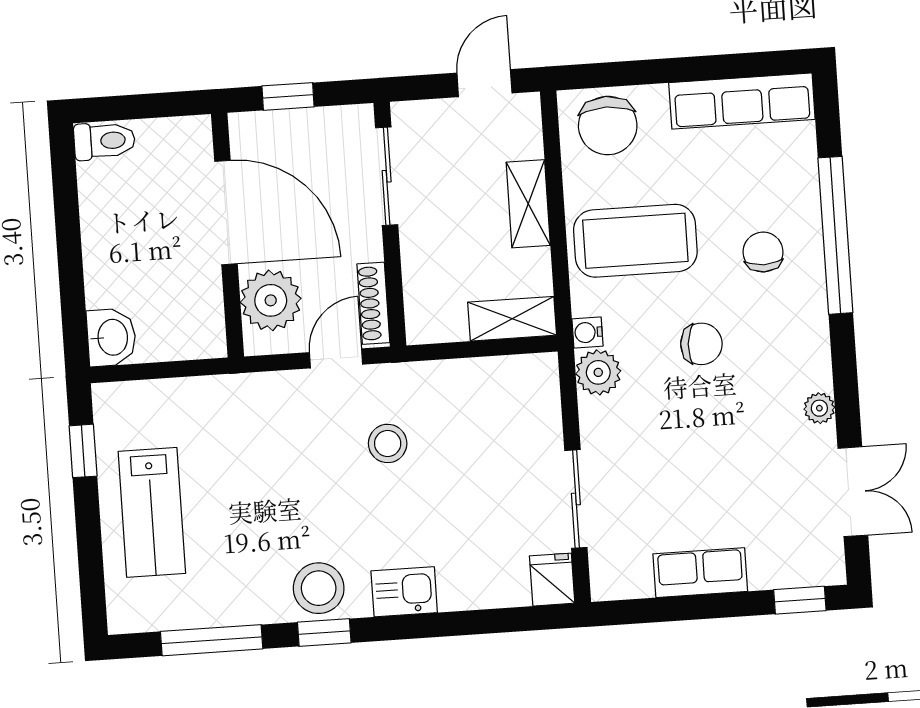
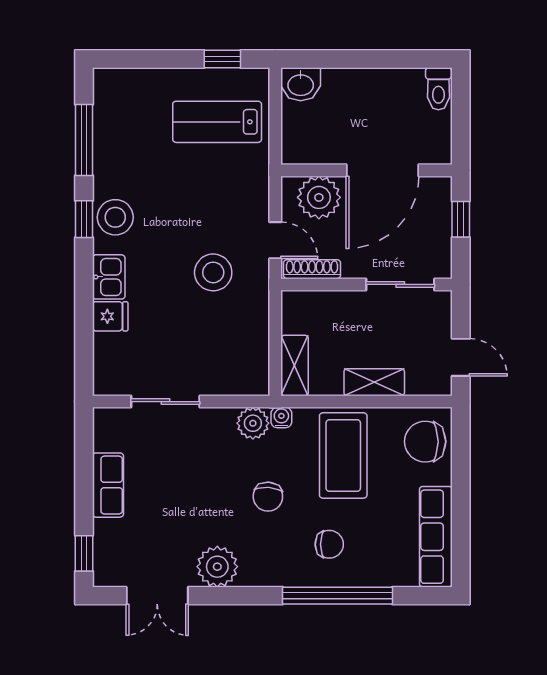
plant: (819, 408) -> (217, 567), width x1.88, depth x1.88
stool: (388, 443) -> (213, 272), width x1.38, depth x1.38
lab bench: (152, 512) -> (217, 122), moved
fridge: (552, 580) -> (110, 316), moved

